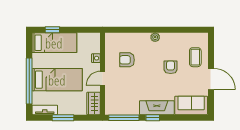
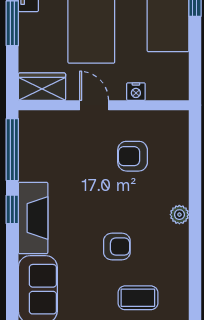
armchair: (127, 60) -> (133, 156), turned -90

